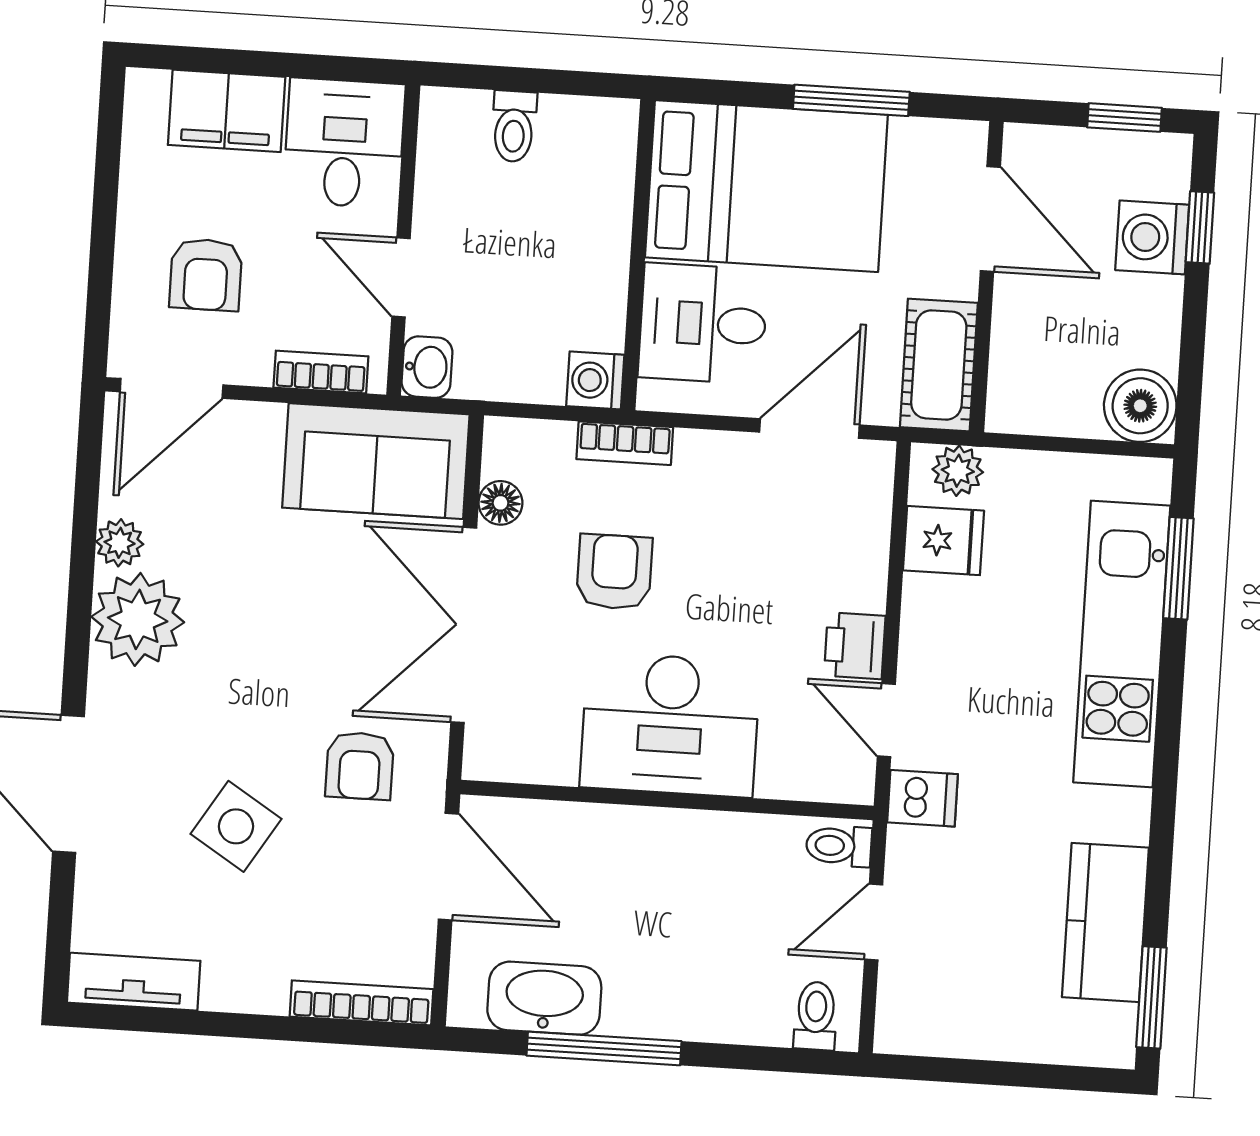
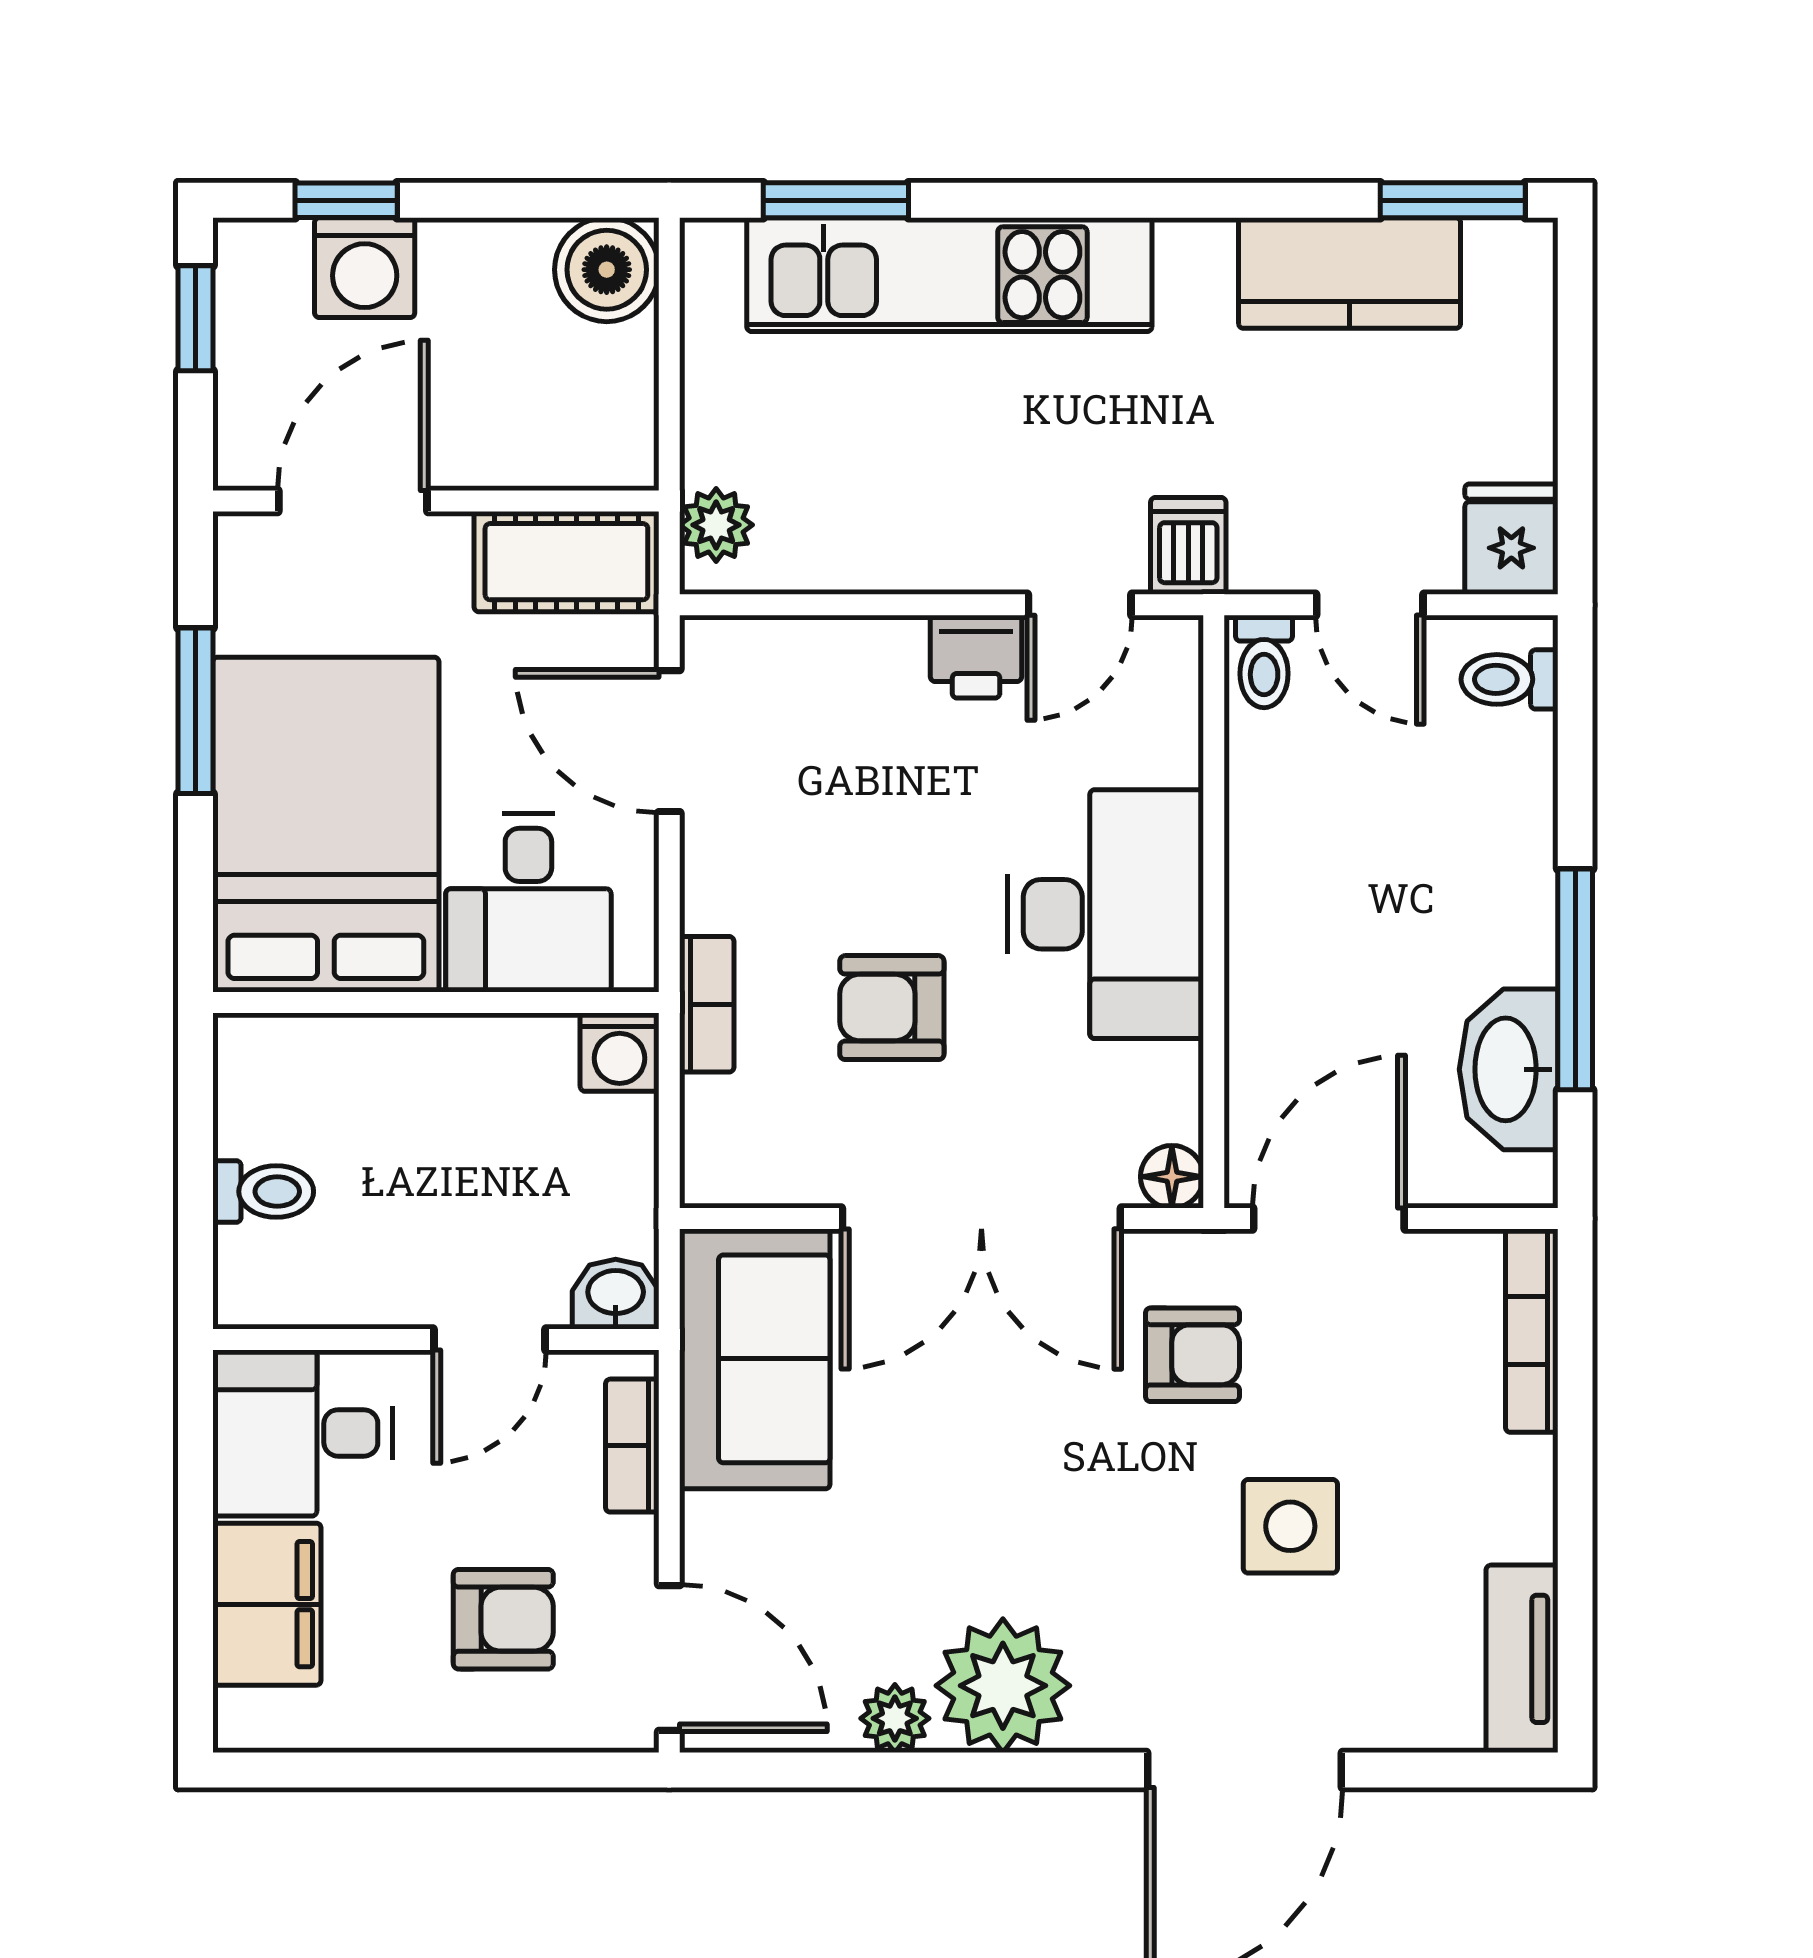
floor lamp: (500, 503) -> (1172, 1177), moved
fridge: (944, 541) -> (1511, 539), moved
side table: (236, 826) -> (1290, 1526), turned -32

